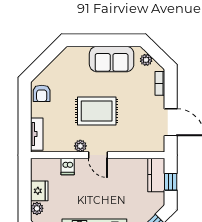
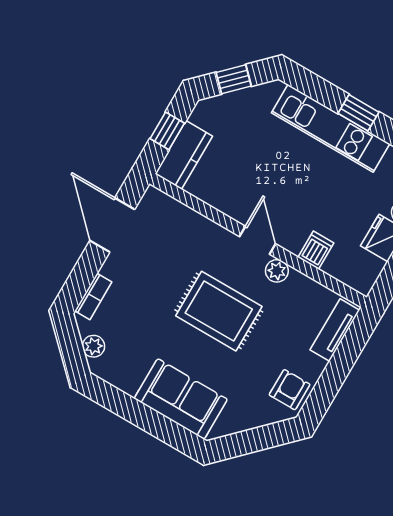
sofa: (112, 59) -> (181, 399), moved

